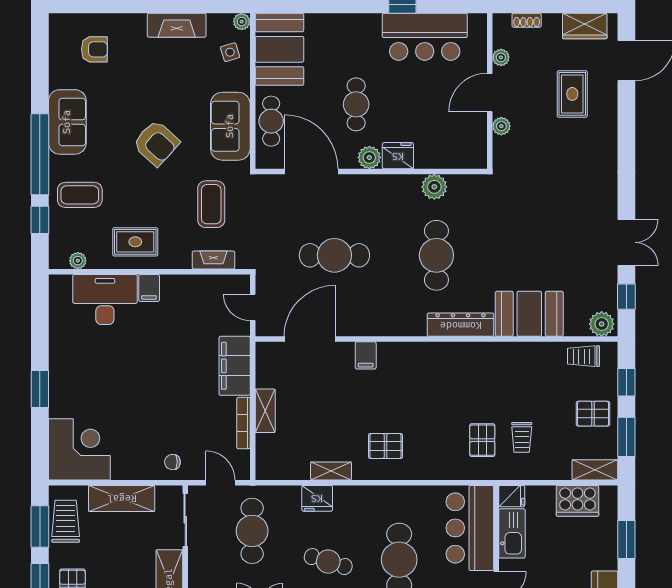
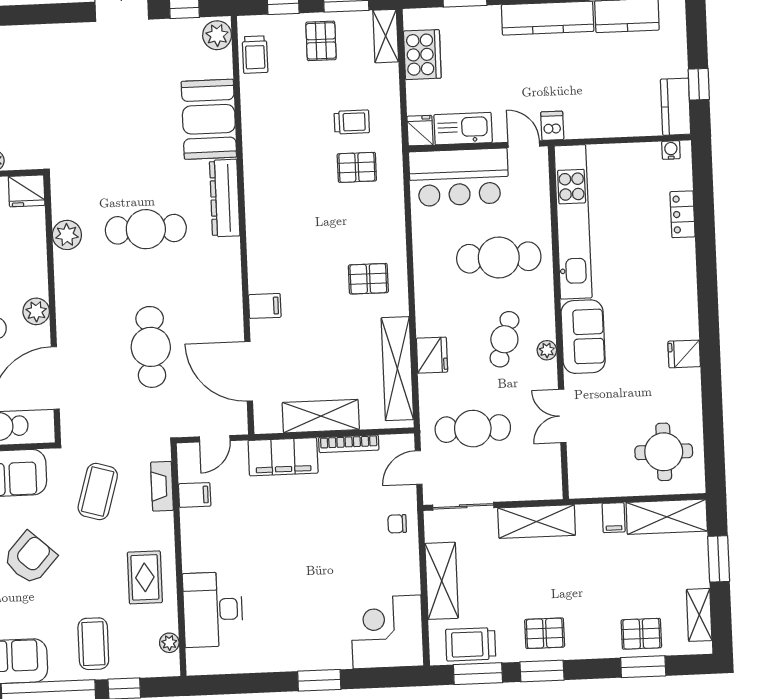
fridge: (398, 156) -> (27, 191), moved, turned -90
coffee table: (211, 204) -> (98, 492), turned -74
filing cabinet: (149, 288) -> (195, 495), moved
shelving: (265, 411) -> (321, 416), width x1.50, depth x1.33
pallet: (385, 446) -> (368, 279), turned 90
chair: (172, 462) -> (397, 524), turned 90
shelving: (331, 471) -> (397, 369), width x2.20, depth x1.33

